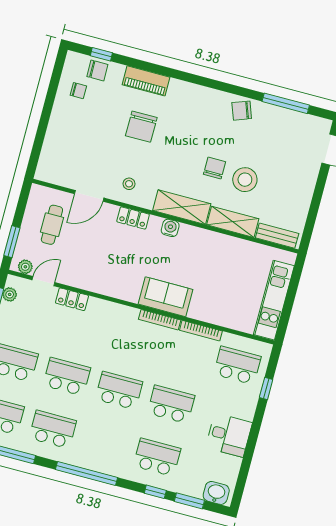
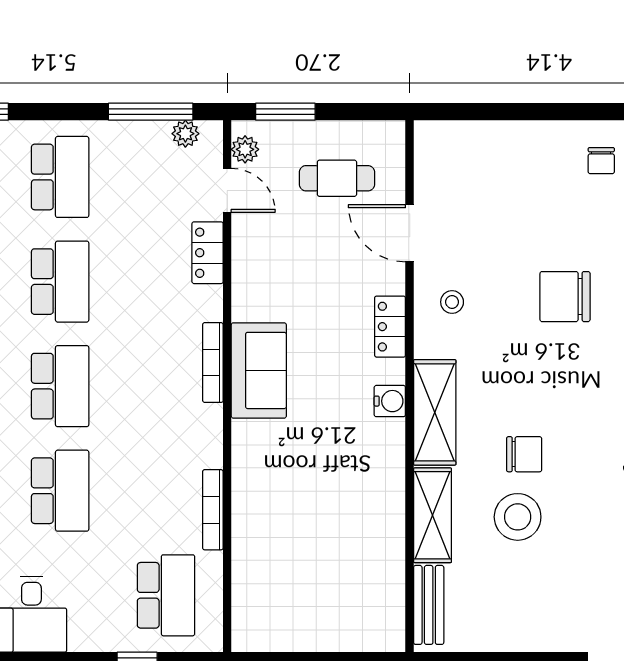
sofa: (165, 297) -> (259, 370), moved
kitchen unit: (274, 300) -> (306, 631), removed
bookcase: (160, 320) -> (213, 363), moved

